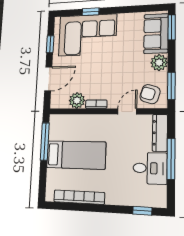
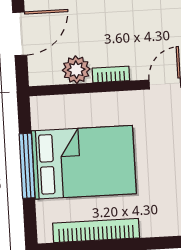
window: (45, 141) -> (27, 166), moved
bed: (76, 155) -> (84, 162), width x1.50

